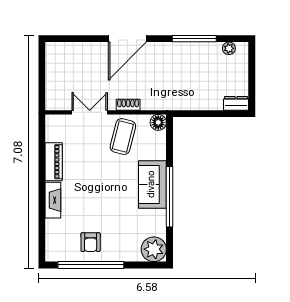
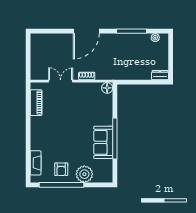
coffee table: (123, 137) -> (83, 98), removed
piano: (54, 162) -> (36, 103), moved
sofa: (152, 184) -> (103, 142), moved
fireplace: (53, 200) -> (36, 163), moved
plant: (154, 249) -> (84, 174), moved

